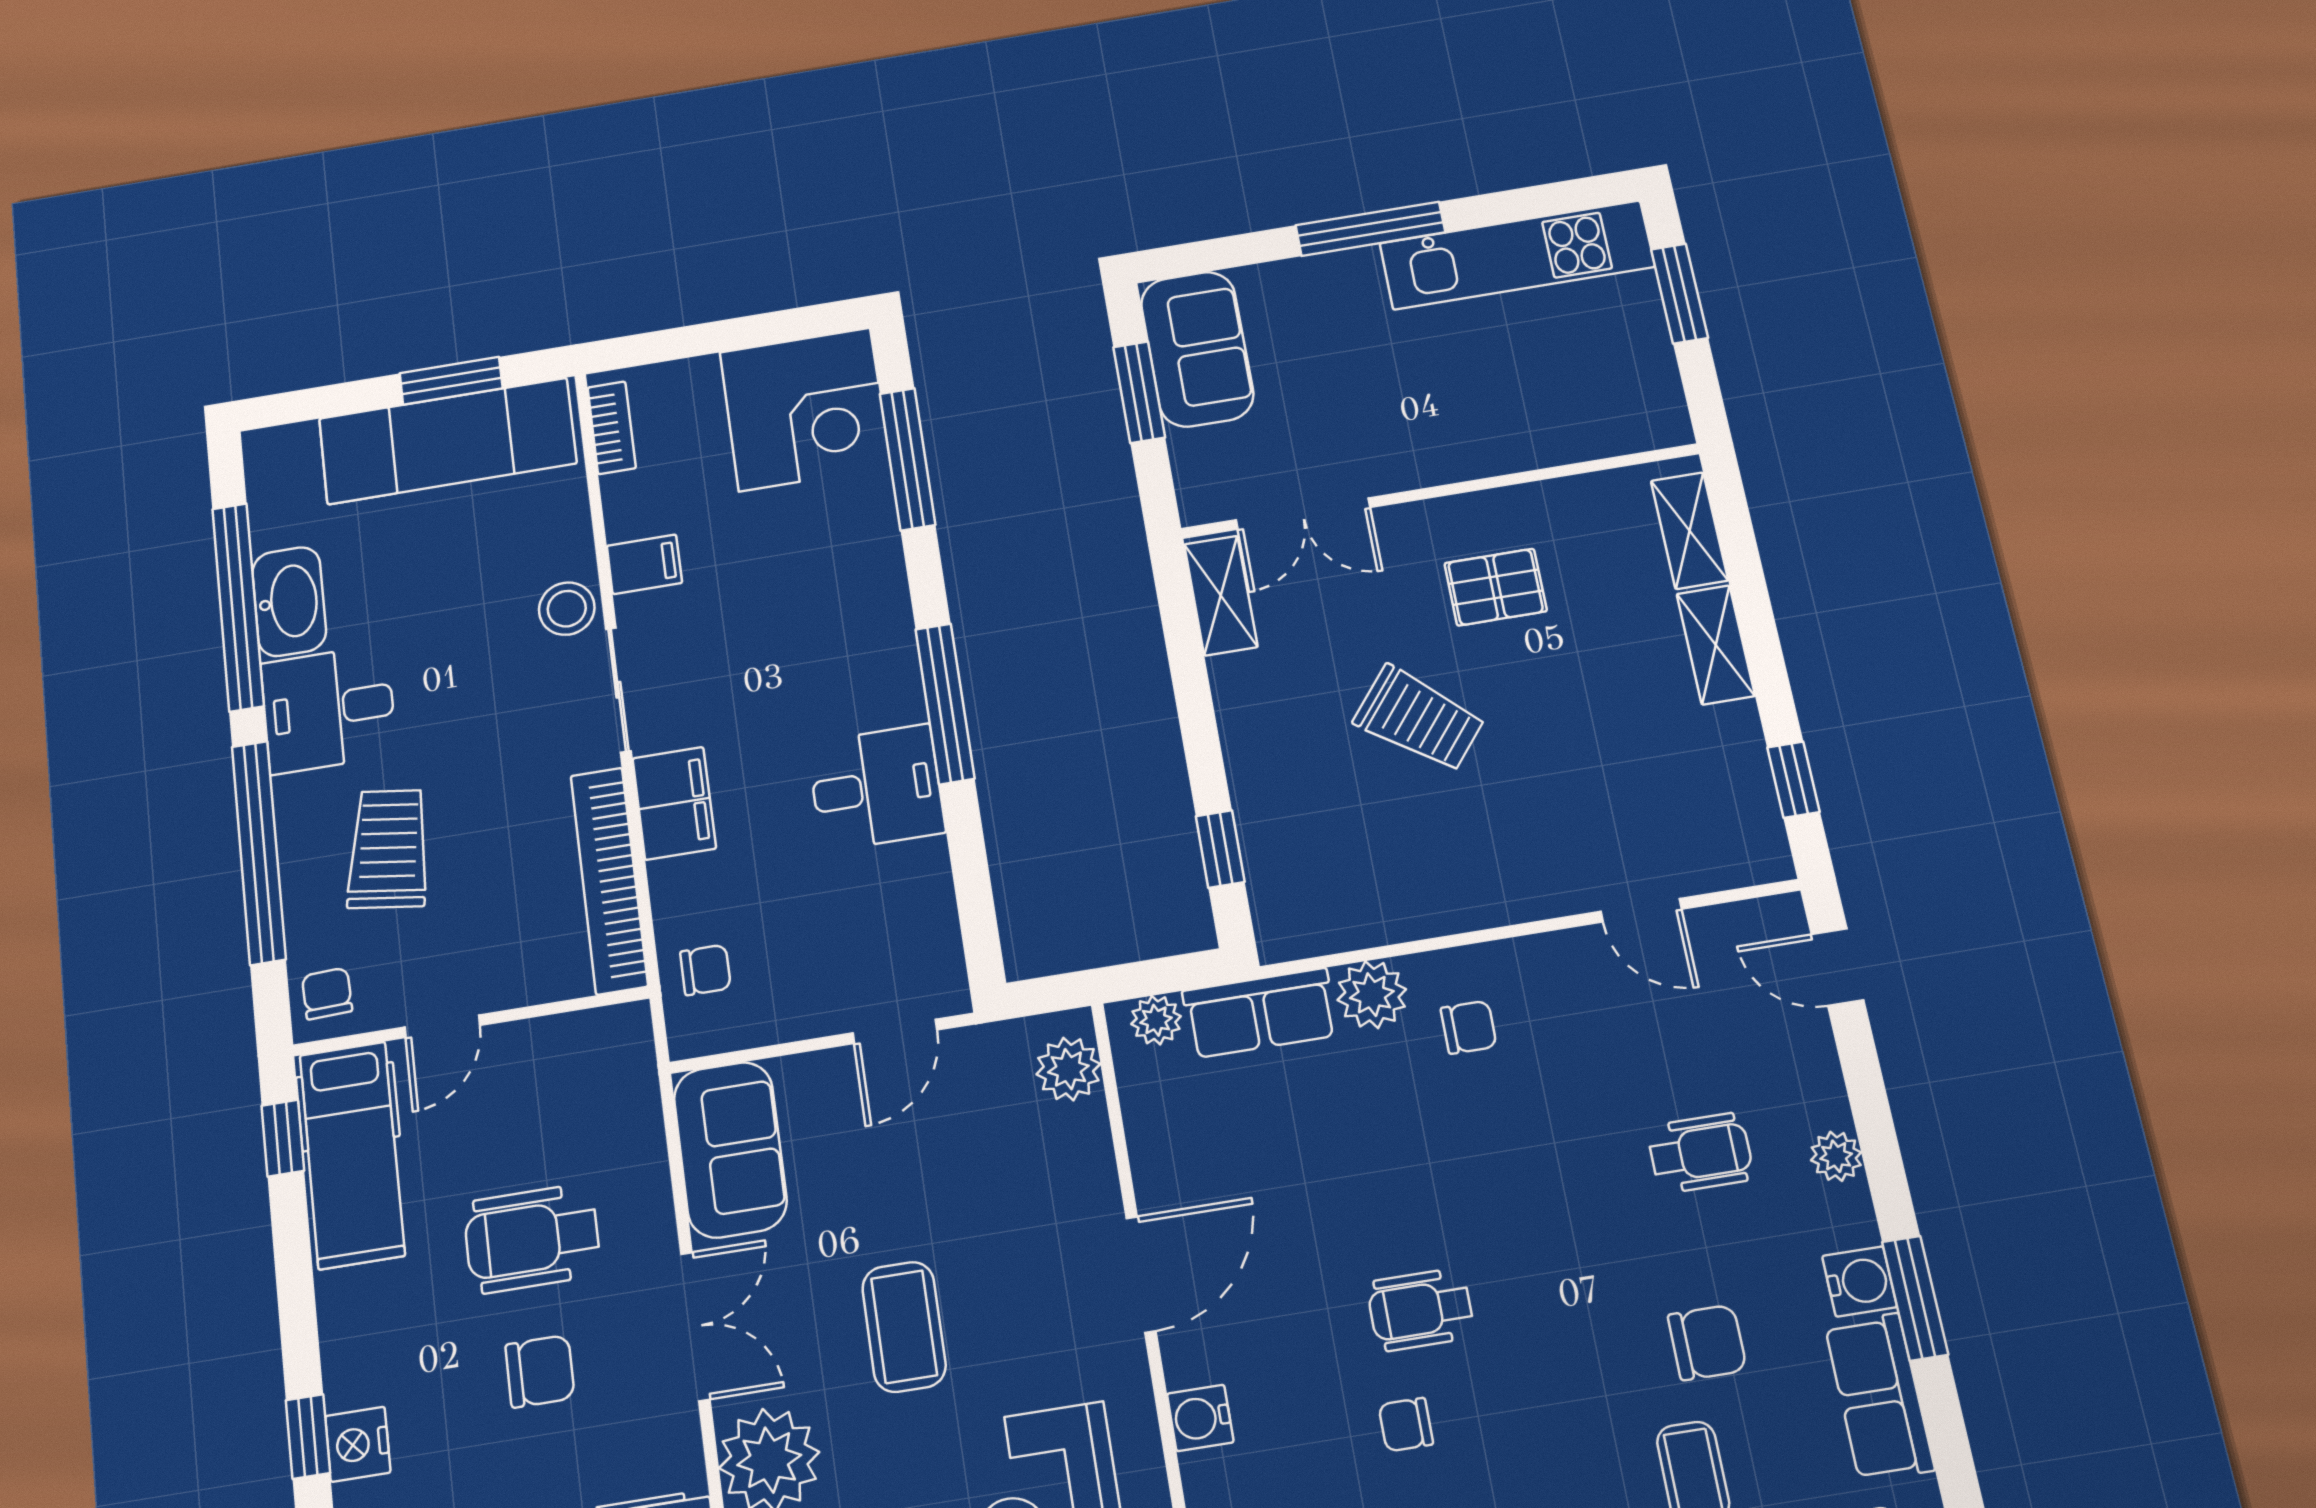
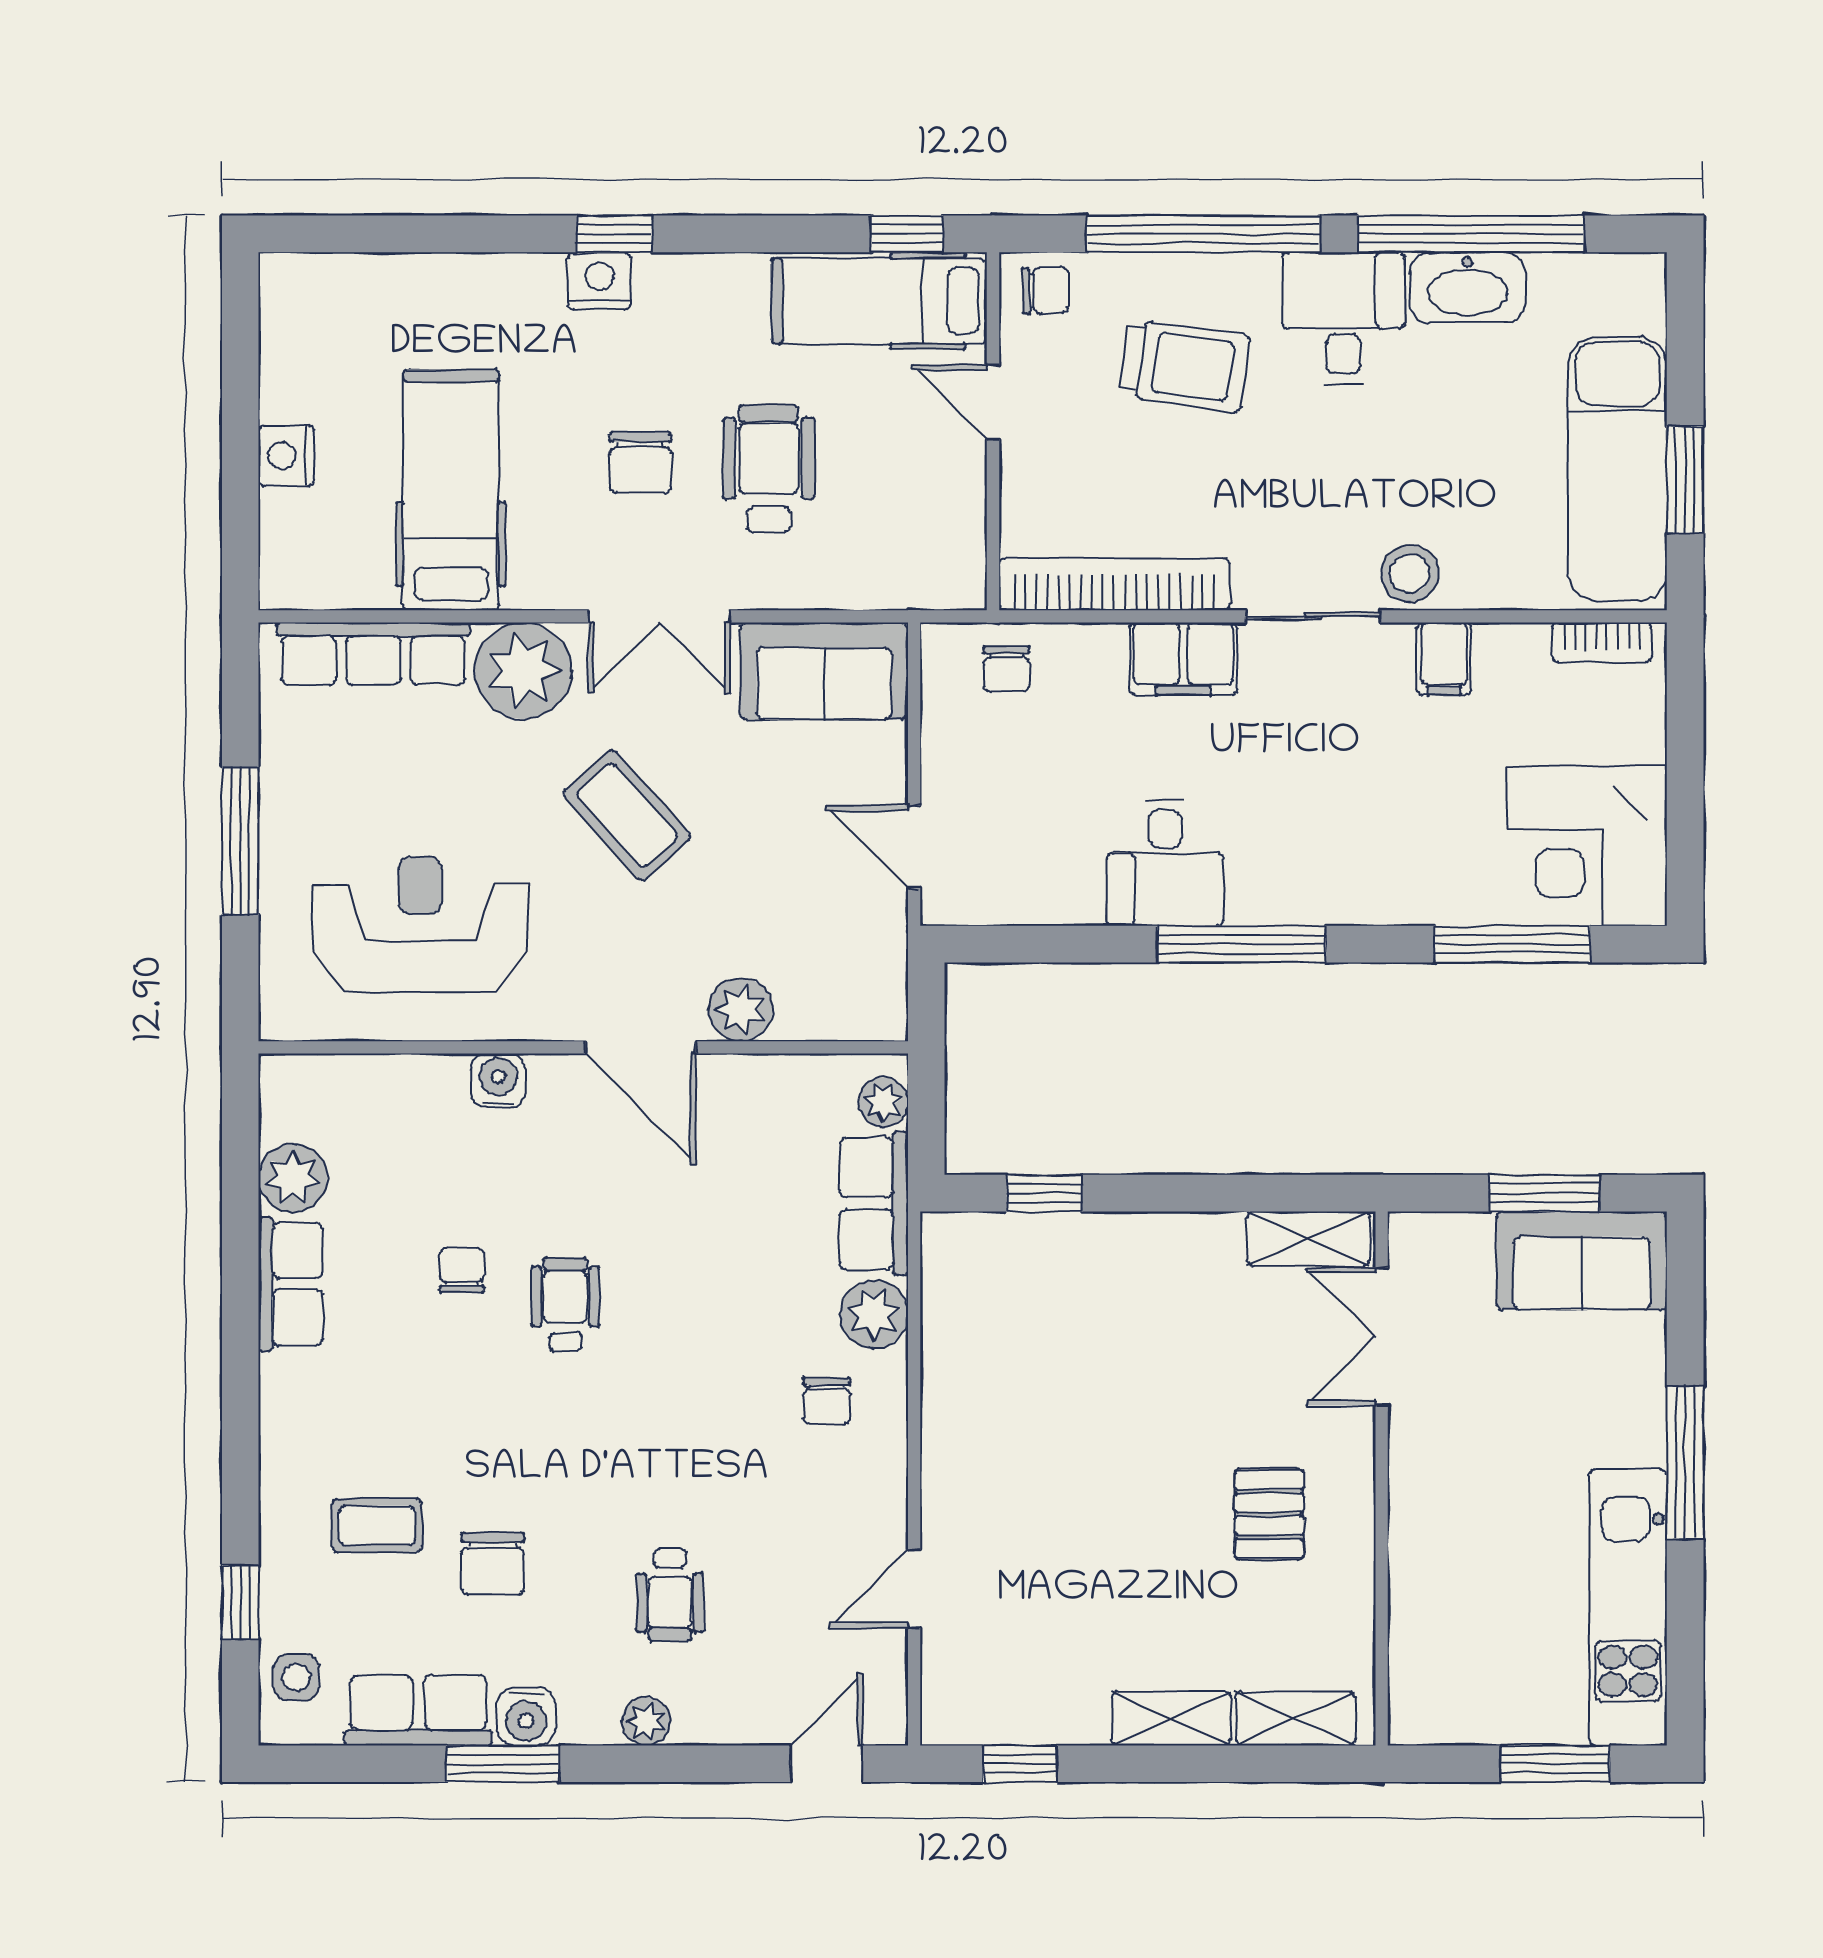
trolley: (1419, 719) -> (1145, 1412), removed
plant: (1068, 1069) -> (741, 1010), moved
coffee table: (904, 1327) -> (627, 815), turned 48

